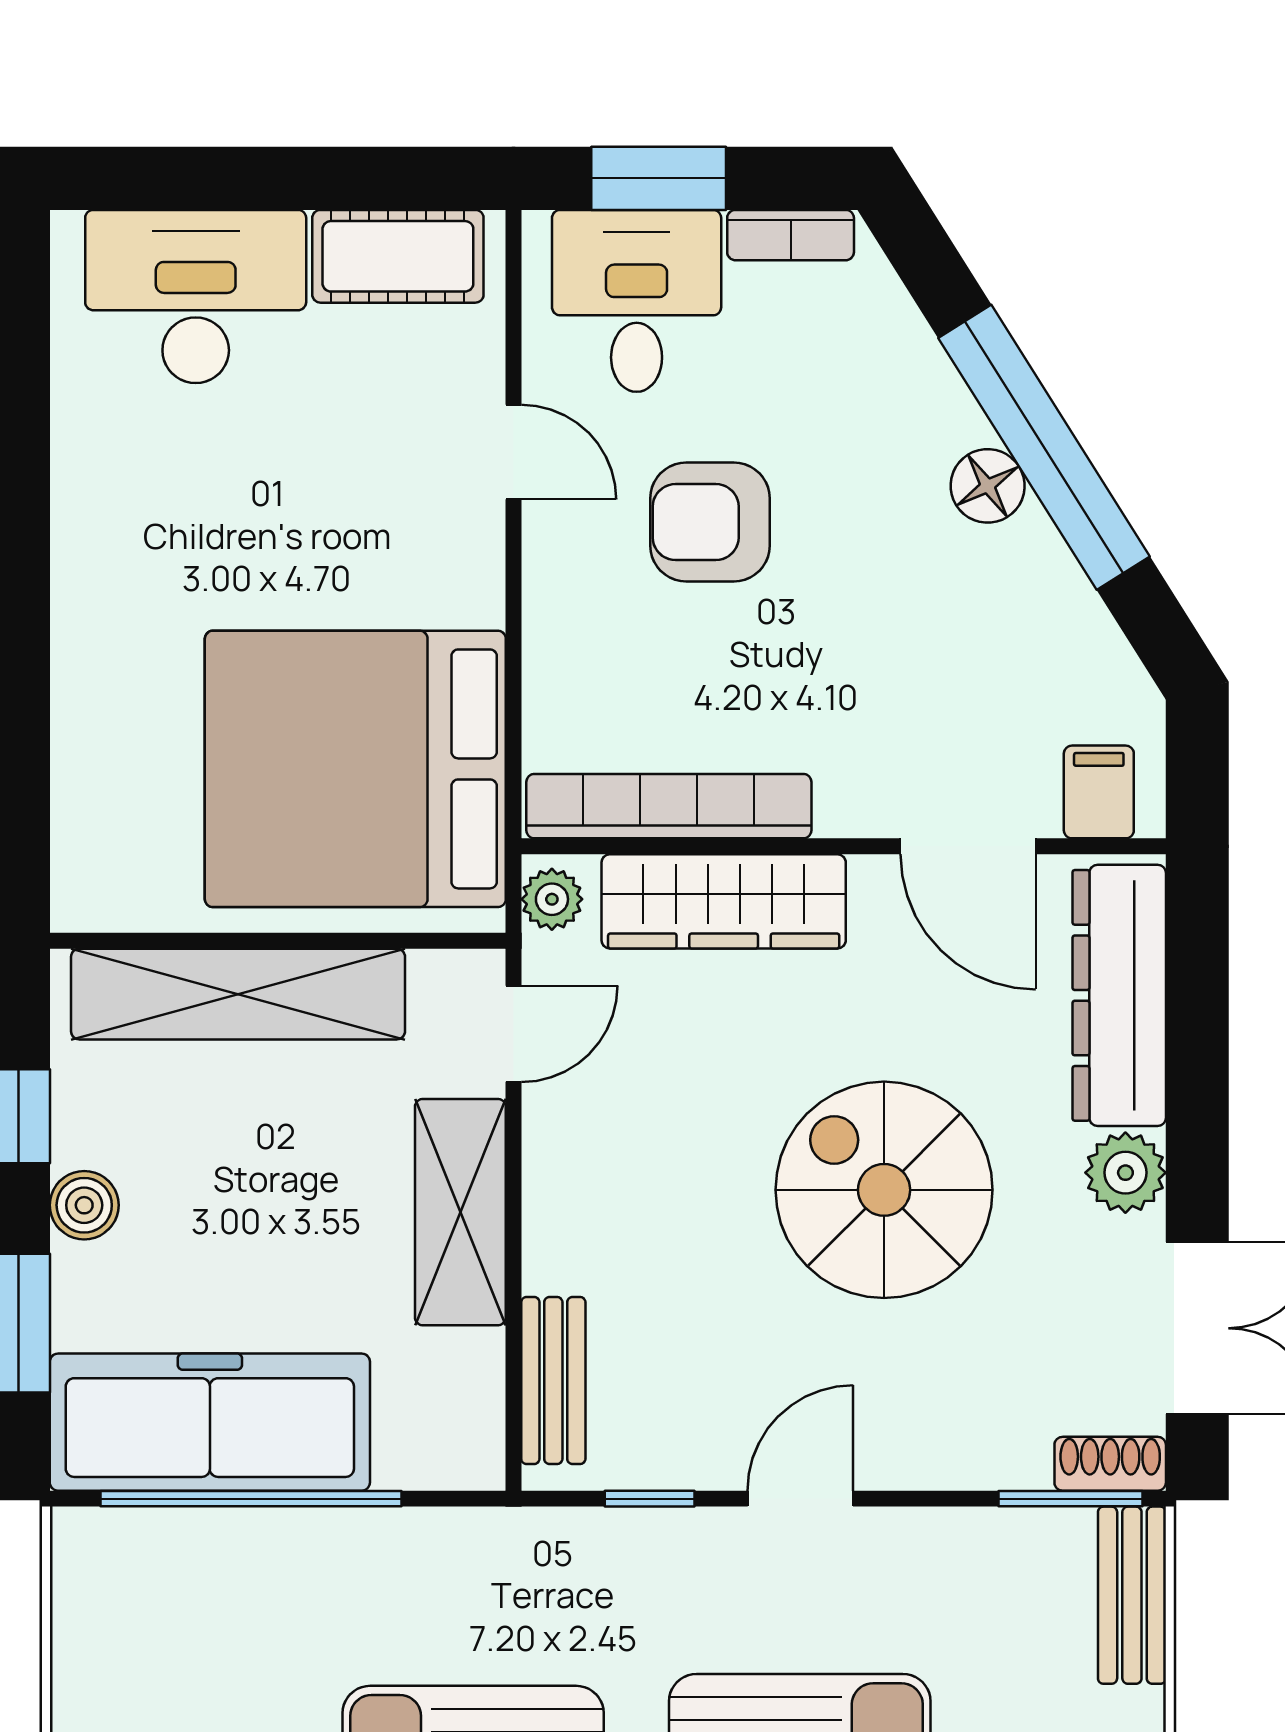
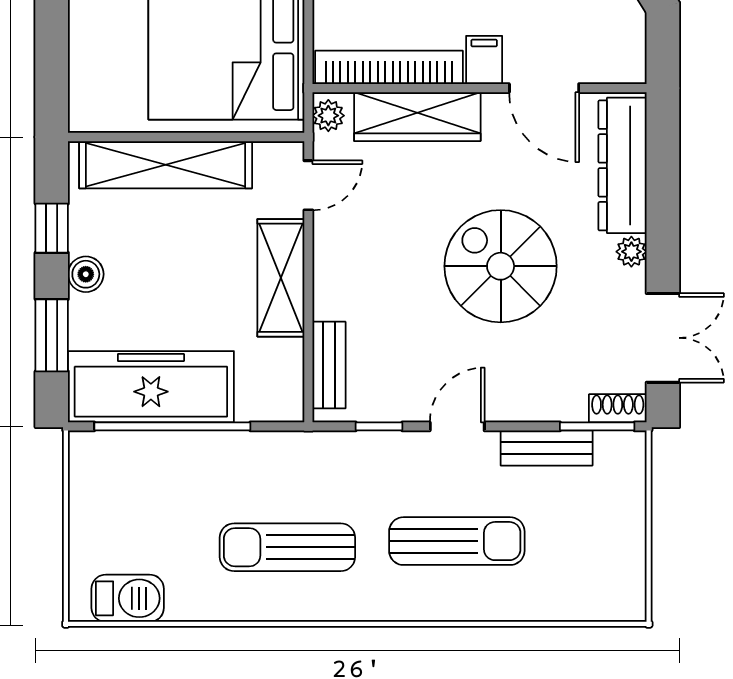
filing cabinet: (1099, 792) -> (484, 60), moved
plant: (1125, 1173) -> (631, 252), width x0.73, depth x0.73
bench: (1132, 1595) -> (547, 448), moved, turned 90

